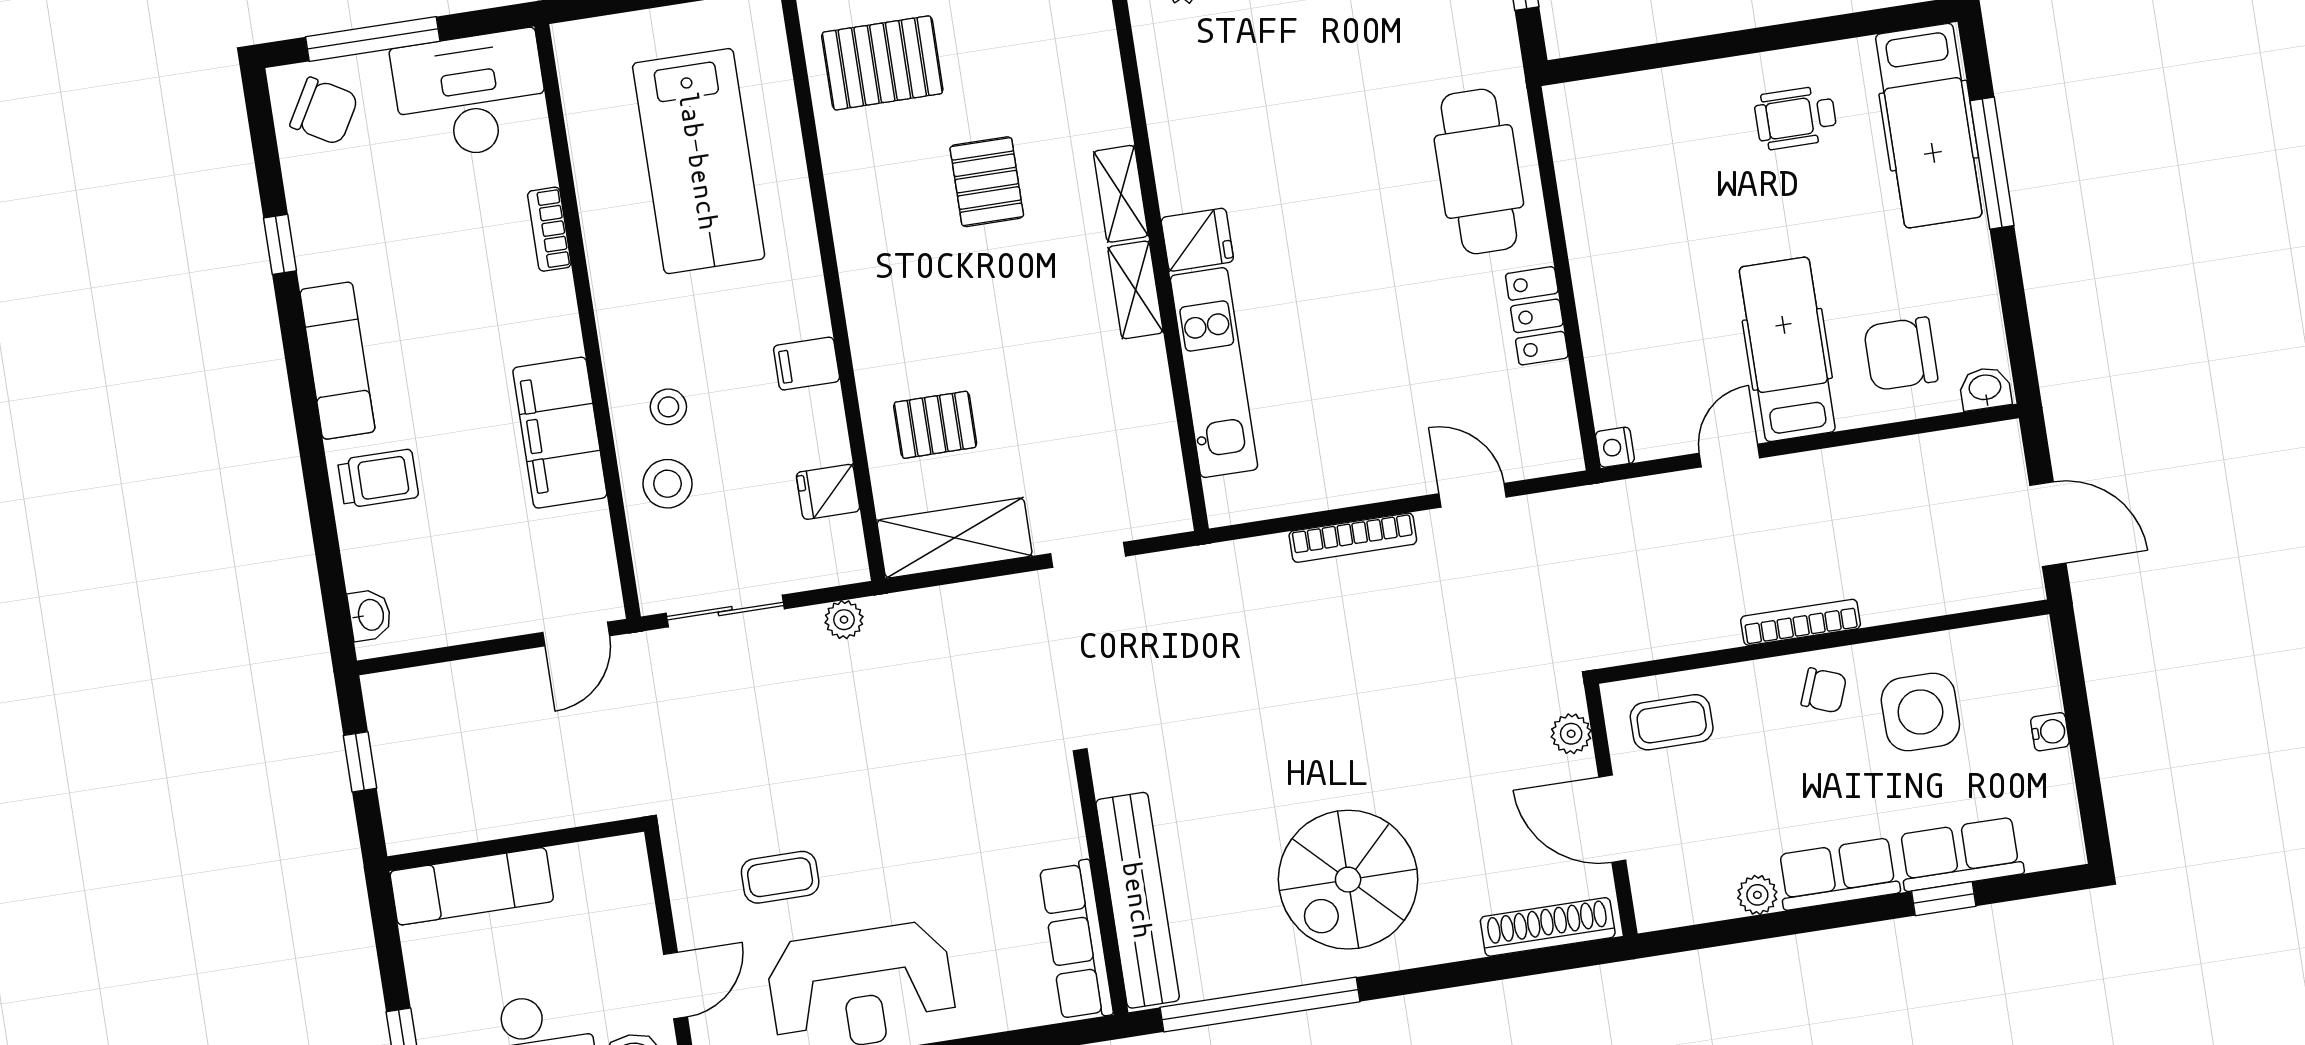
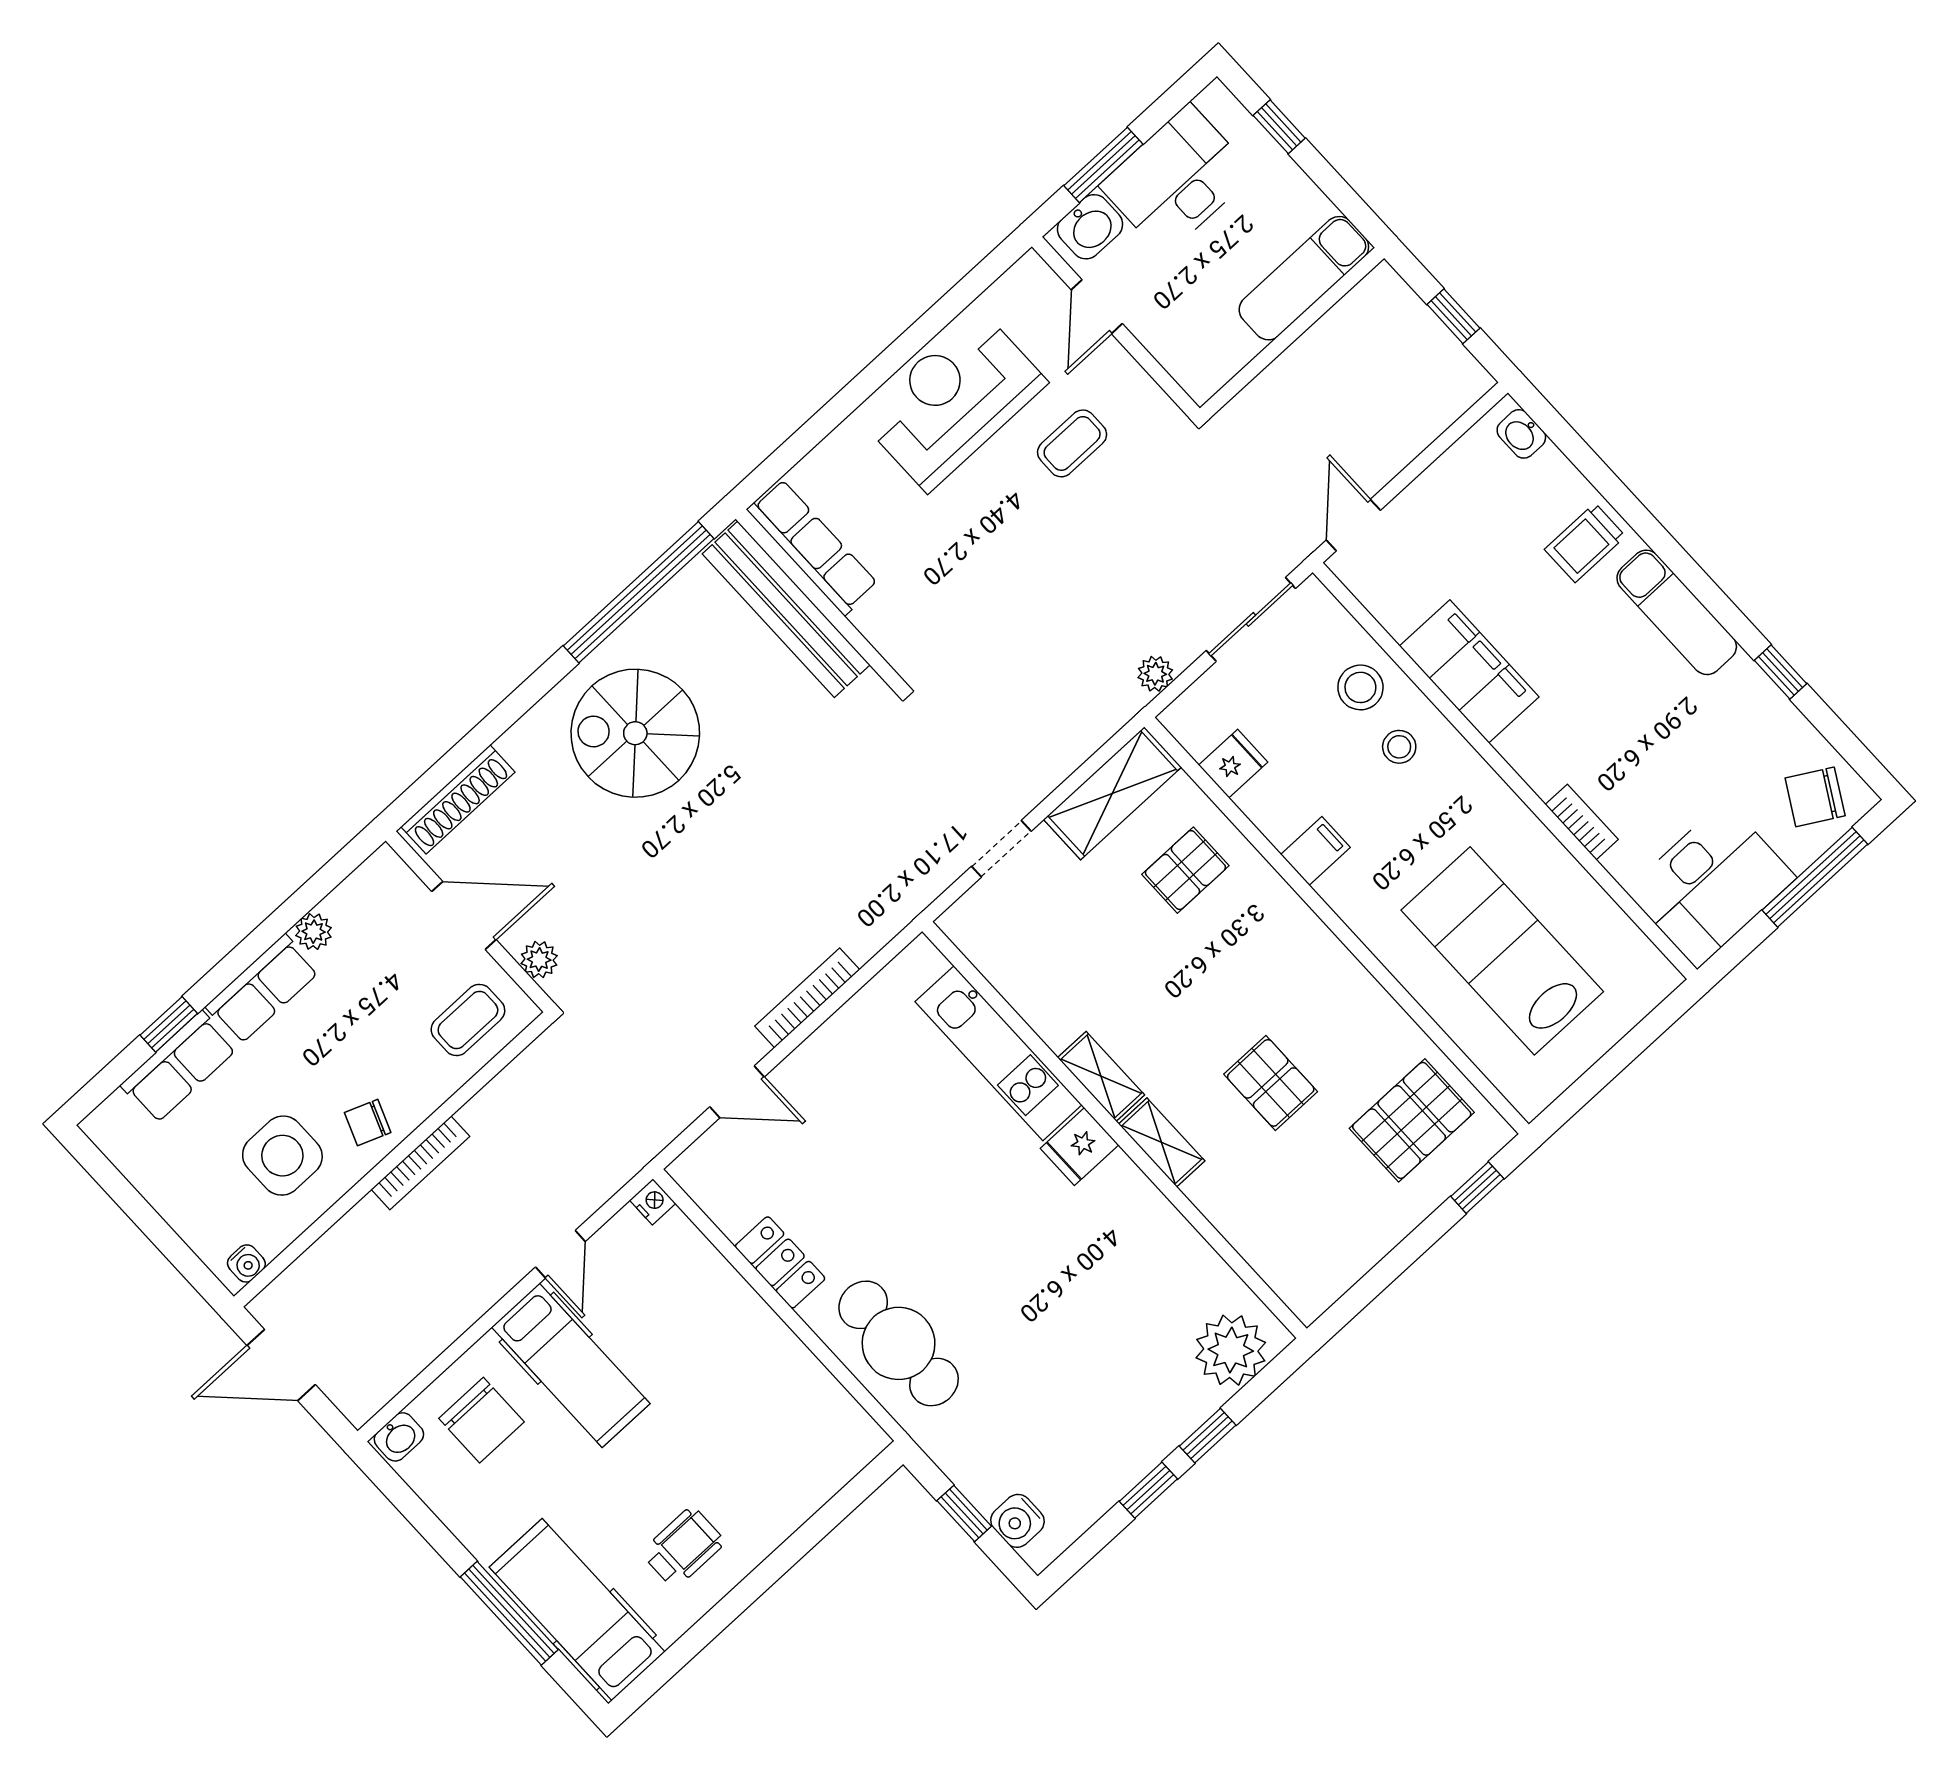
chair: (1901, 354) -> (481, 1420), turned 90
water cooler: (2050, 732) -> (246, 1263), moved, turned -90
spiral stairs: (1348, 880) -> (635, 733), turned -90

